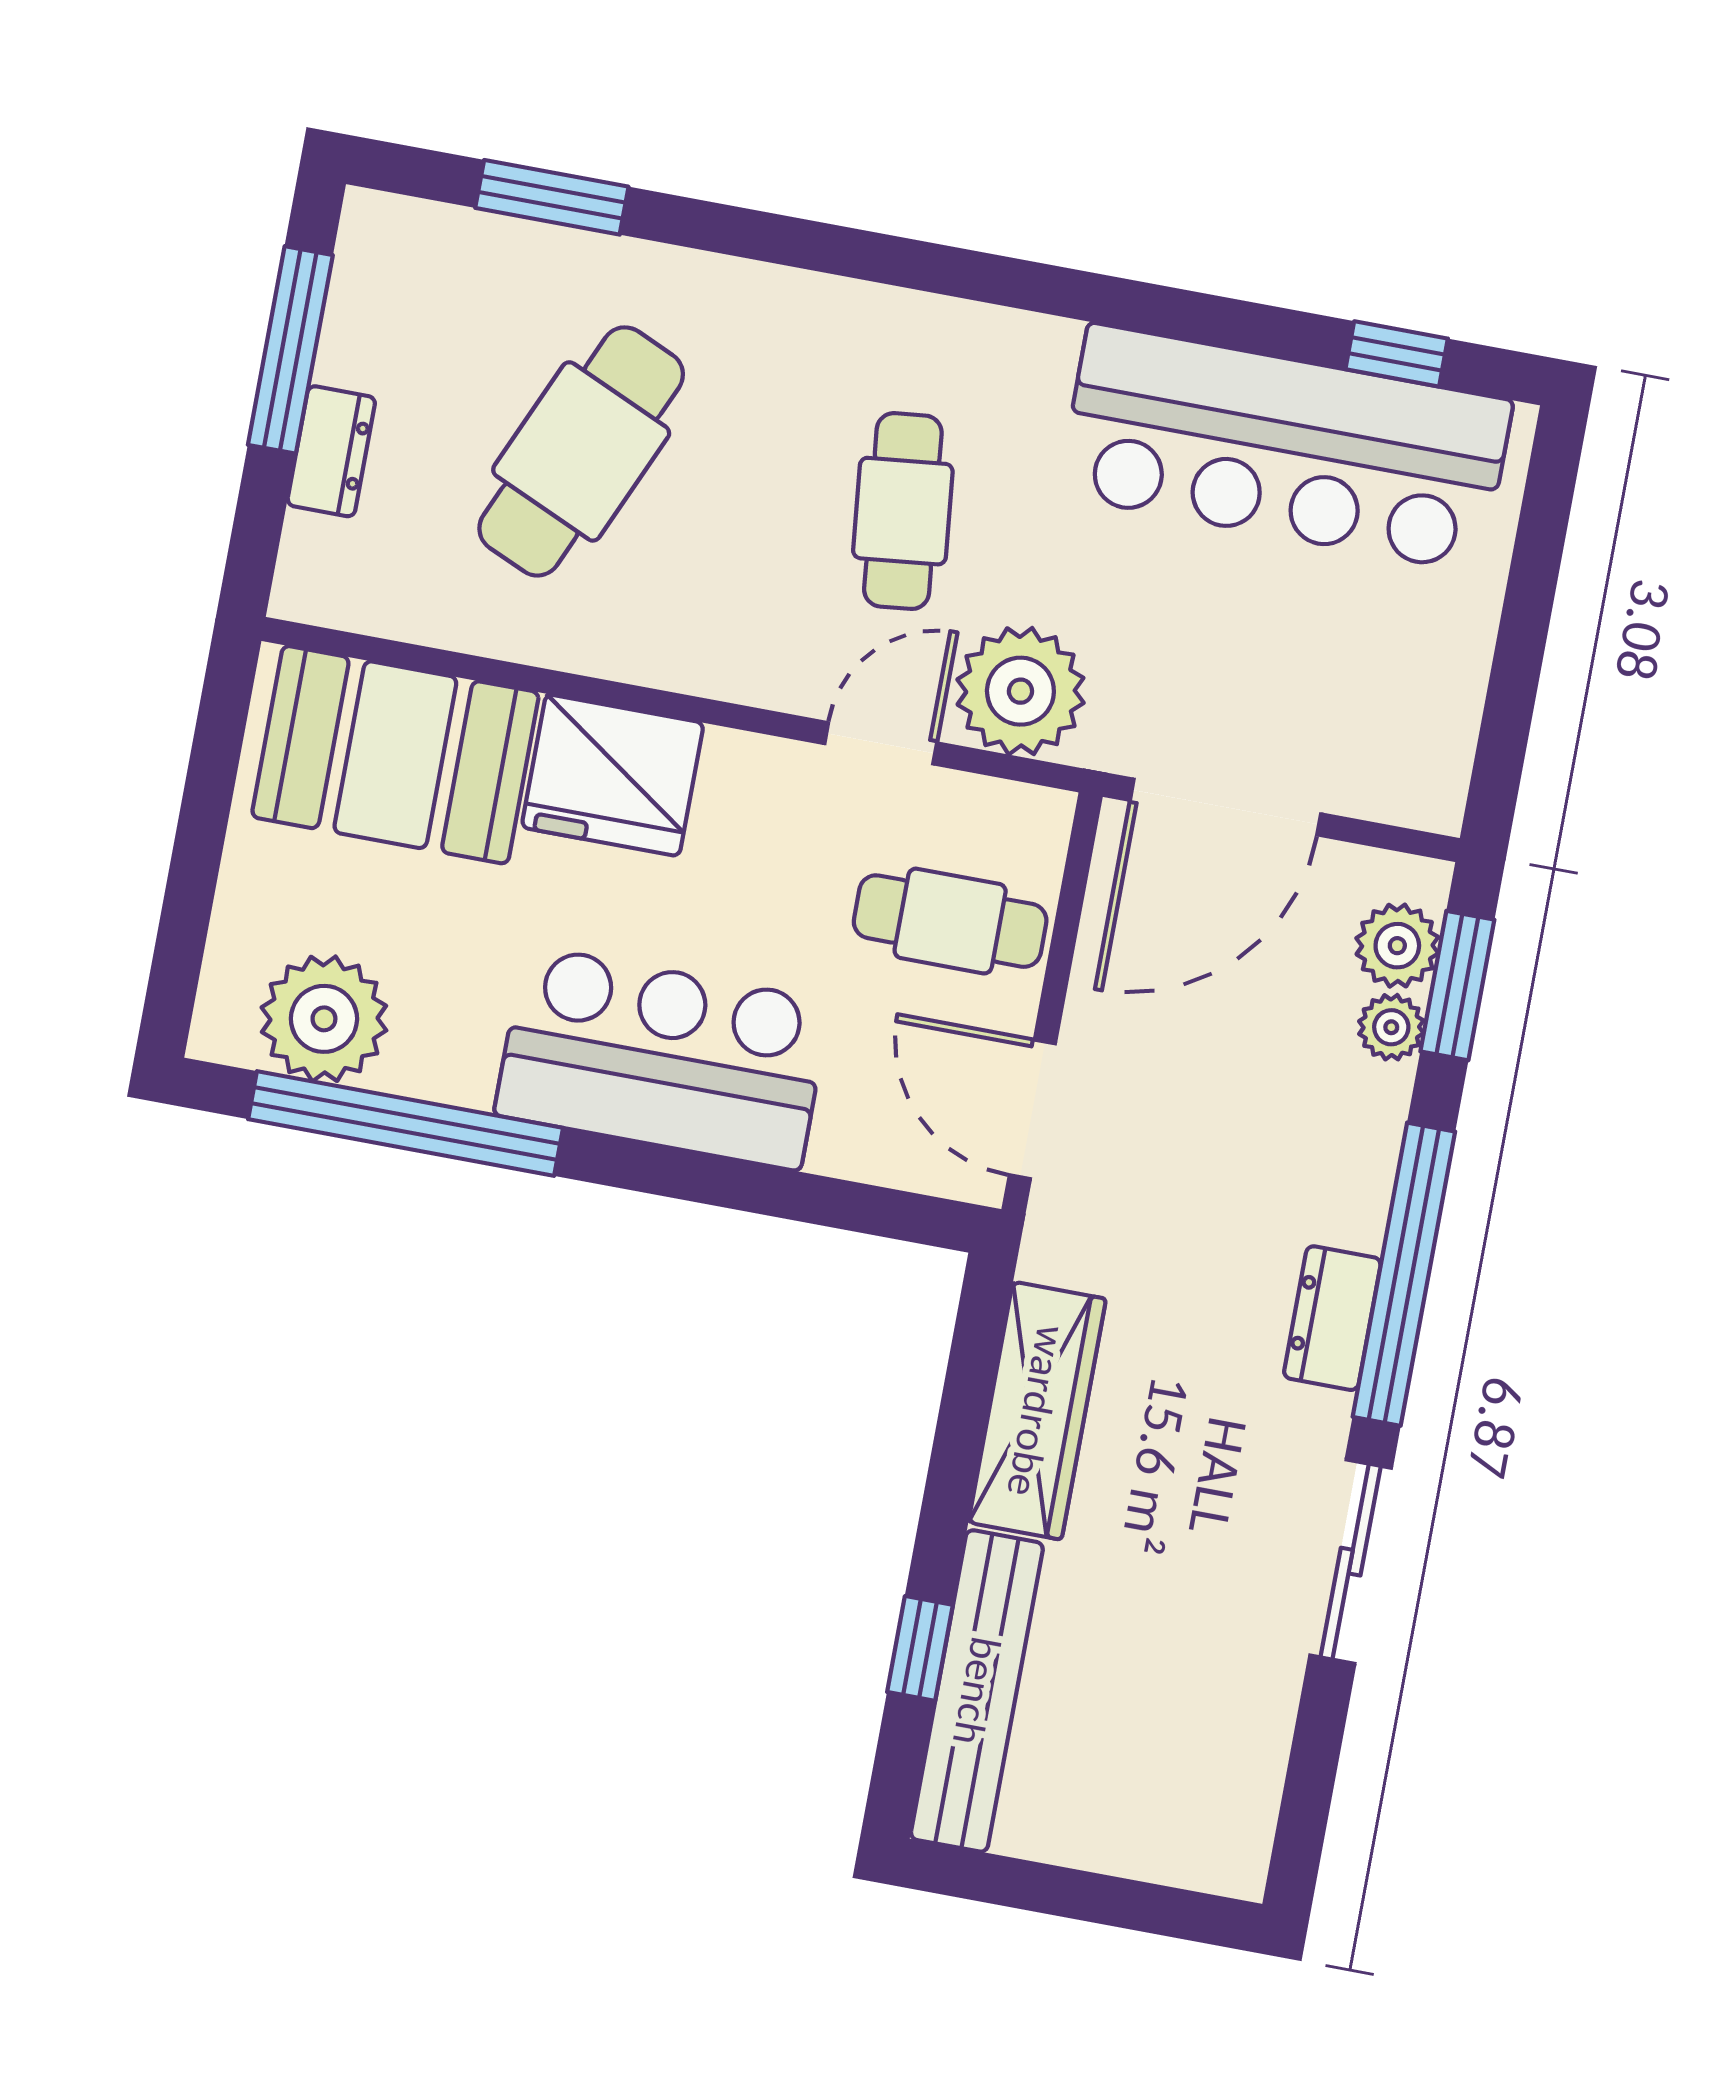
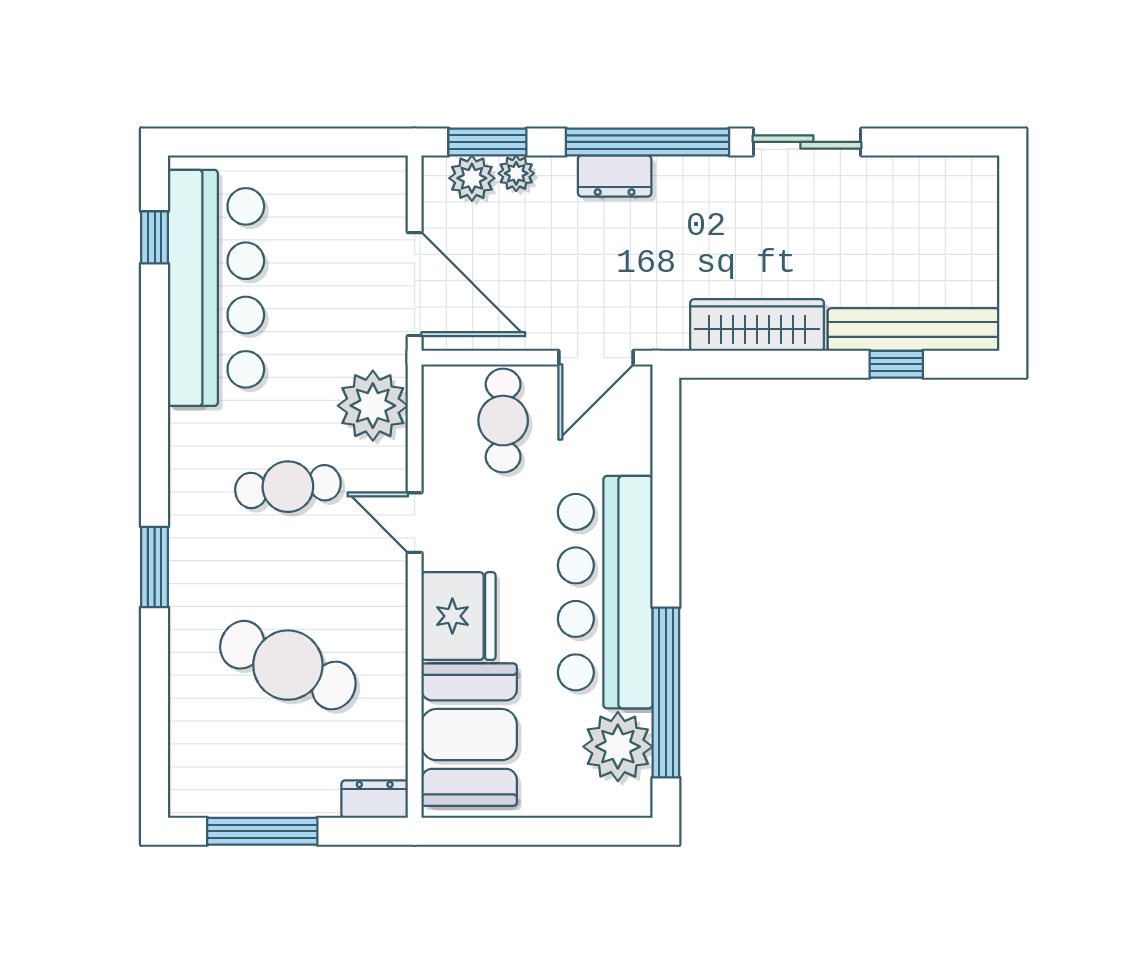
window: (552, 197) -> (155, 567), moved
dresser: (331, 451) -> (375, 799), moved
door: (881, 743) -> (415, 523), moved
bar counter: (663, 1058) -> (605, 592), width x1.36
dresser: (1332, 1318) -> (615, 176), moved

